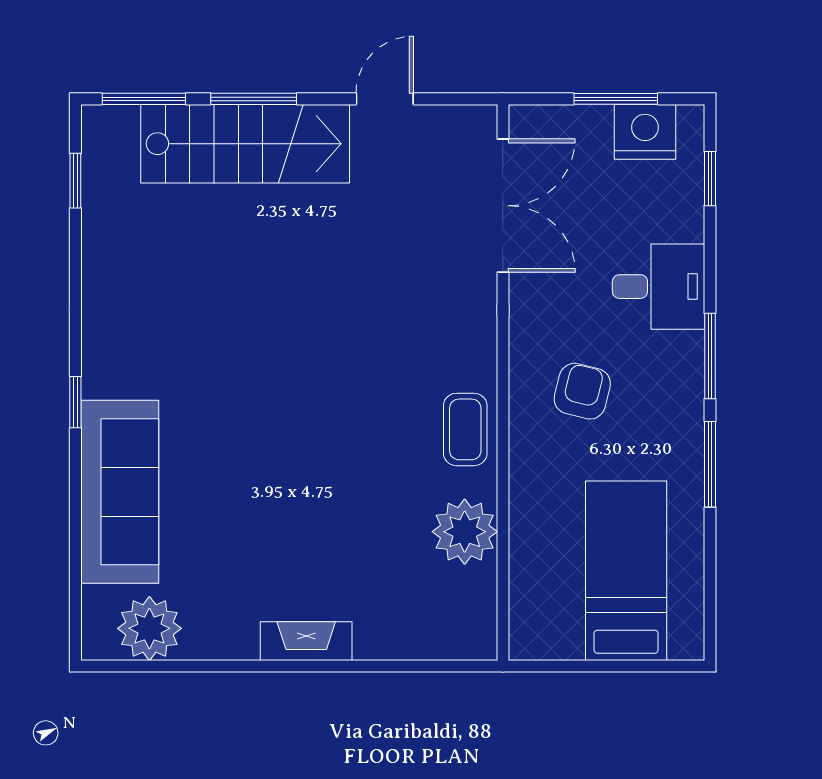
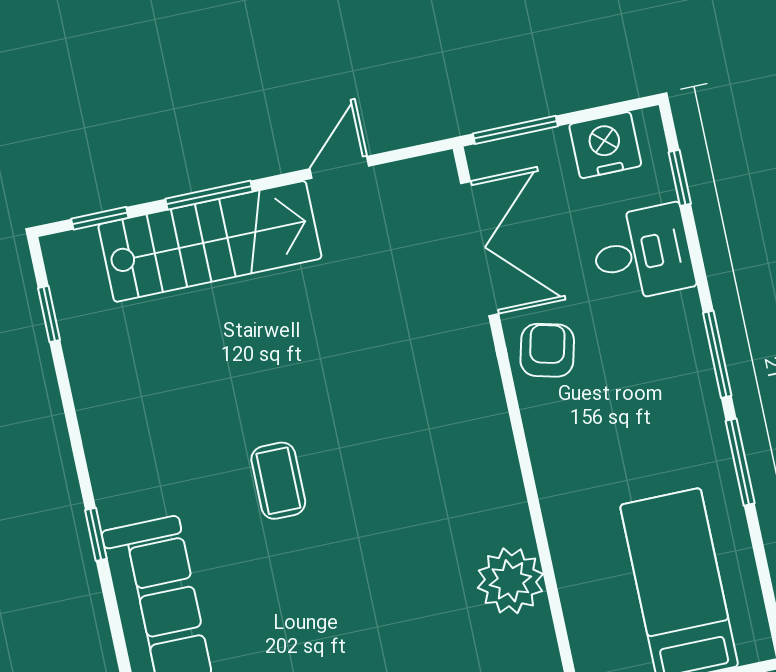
window: (144, 99) -> (100, 218), width x0.67
window: (616, 99) -> (515, 130), moved
desk: (659, 287) -> (642, 253), moved
armchair: (582, 391) -> (547, 350), moved
coffee table: (465, 429) -> (278, 481), moved

